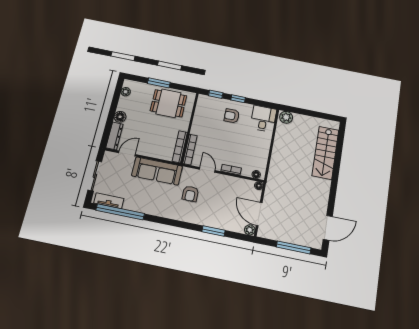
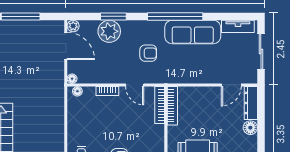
sofa: (157, 171) -> (193, 32), moved, turned 180
armchair: (190, 194) -> (148, 53), turned 90
window: (120, 212) -> (175, 16), moved
plant: (220, 219) -> (109, 31), added

